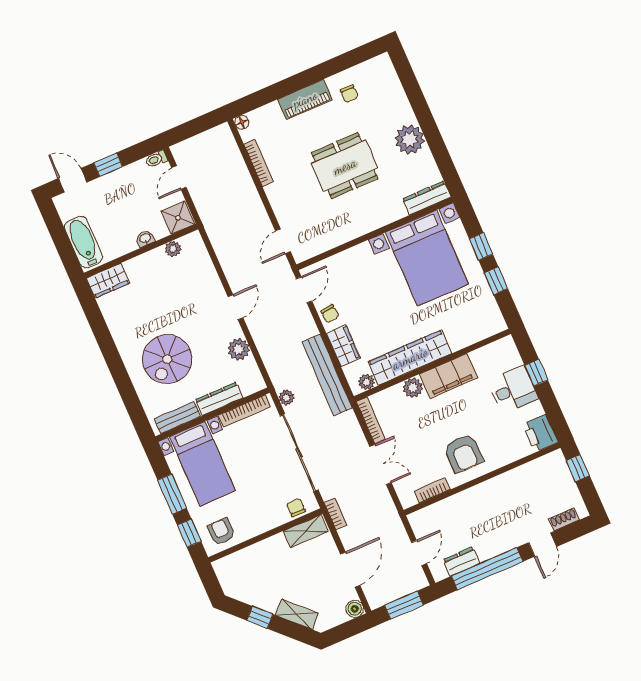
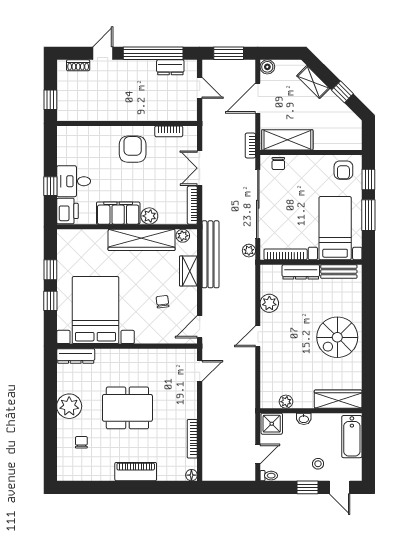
chair: (349, 94) -> (81, 442), moved
stool: (108, 196) -> (318, 464), added
wardrobe: (108, 281) -> (338, 399), width x1.50
chair: (330, 314) -> (162, 302), moved
spiral stairs: (167, 359) -> (337, 337), moved, turned 180
printer: (540, 433) -> (68, 211), moved
shelving: (306, 531) -> (287, 140), width x1.50, depth x1.33
door: (419, 553) -> (200, 88), swing flipped

